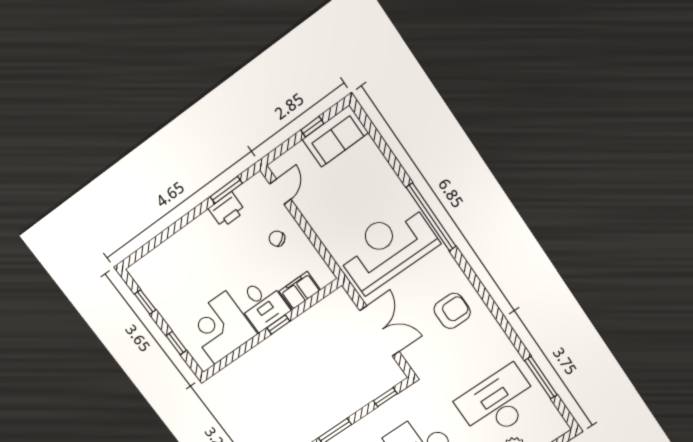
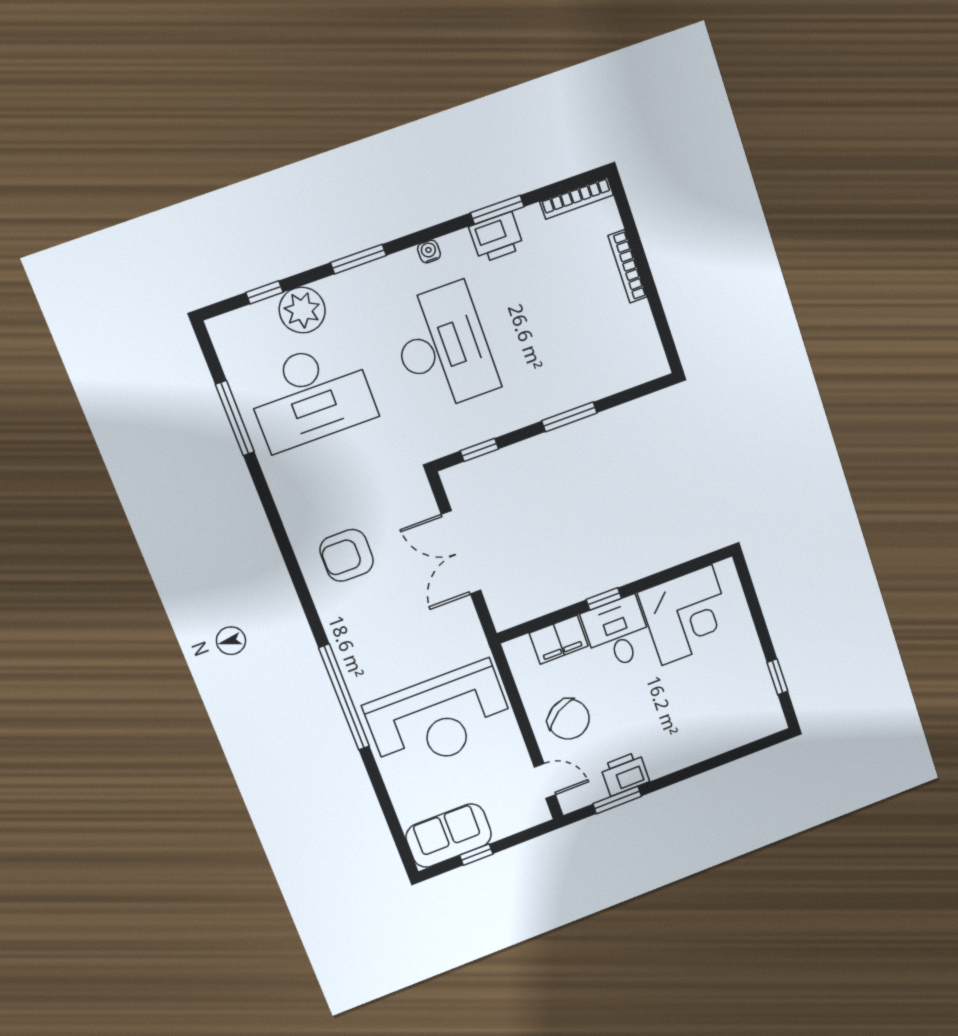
door: (280, 192) -> (545, 781), swing flipped
chair: (277, 239) -> (569, 719), width x1.87, depth x1.87
reception desk: (387, 248) -> (439, 718), moved
window: (176, 343) -> (755, 609), removed

